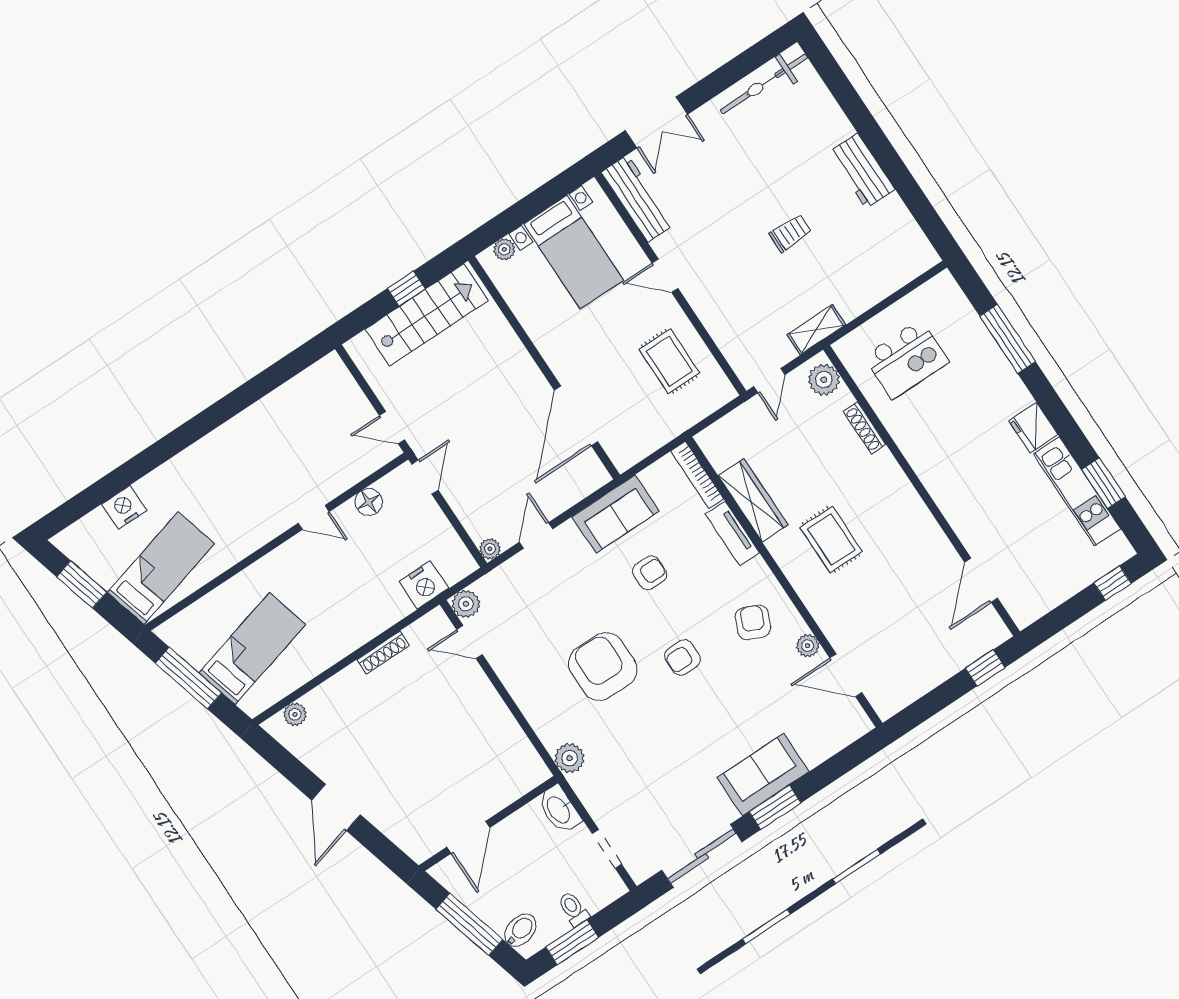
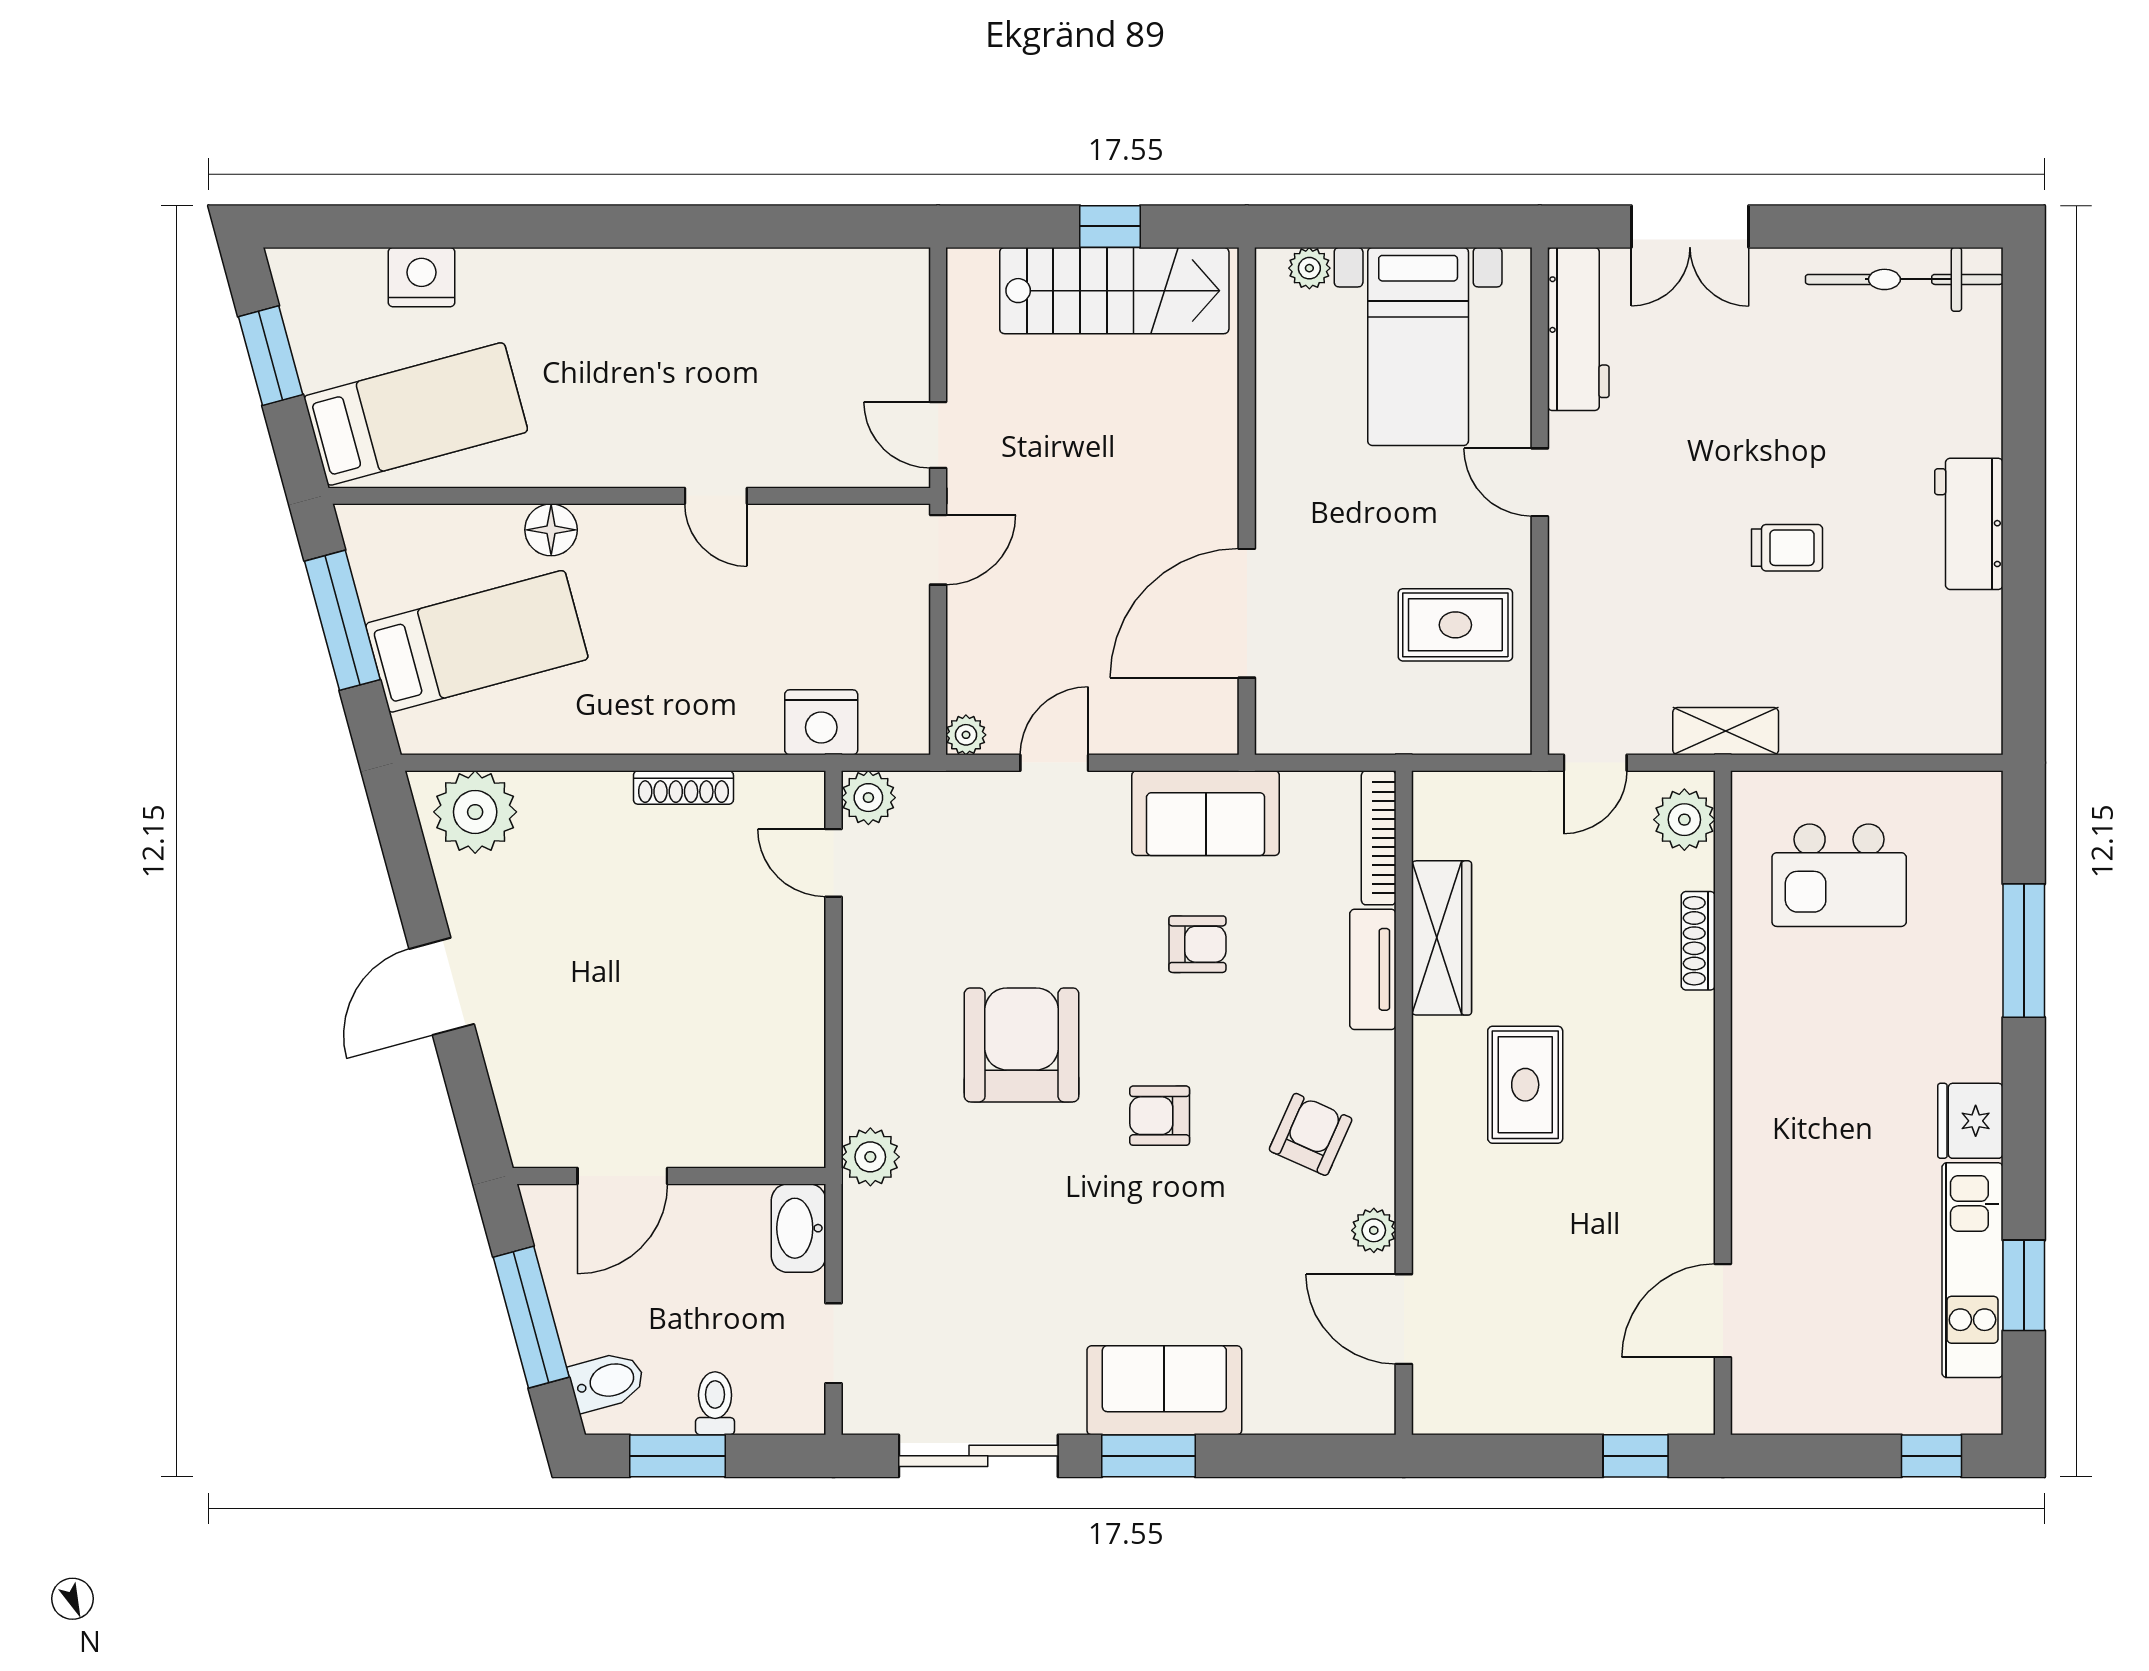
rug: (669, 361) -> (1455, 625), turned 90
floor lamp: (369, 502) -> (551, 530), moved
plant: (295, 714) -> (475, 812), width x1.88, depth x1.88

